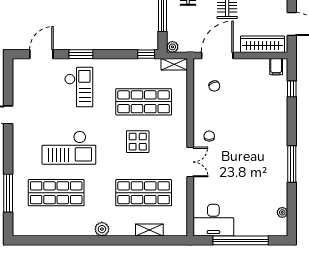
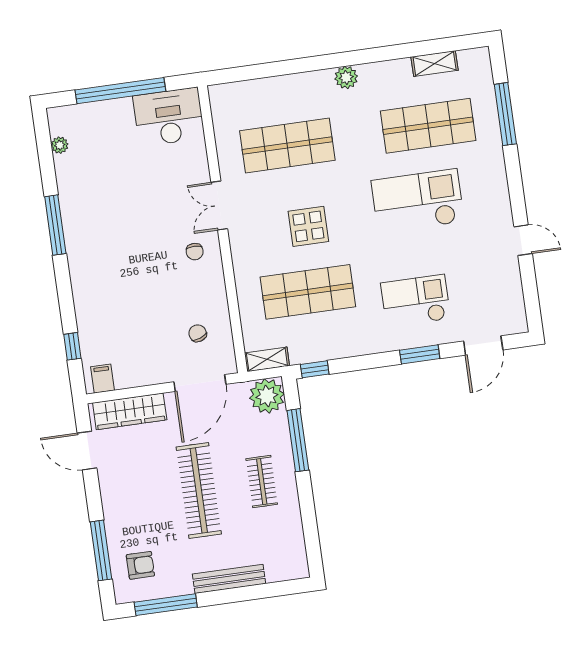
plant: (172, 47) -> (267, 396), width x1.88, depth x1.88
checkout: (79, 87) -> (416, 301), turned 90
shelving: (149, 230) -> (435, 64), moved

